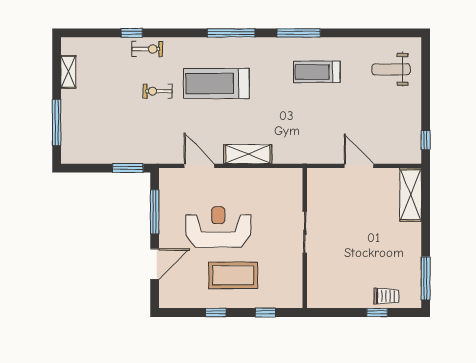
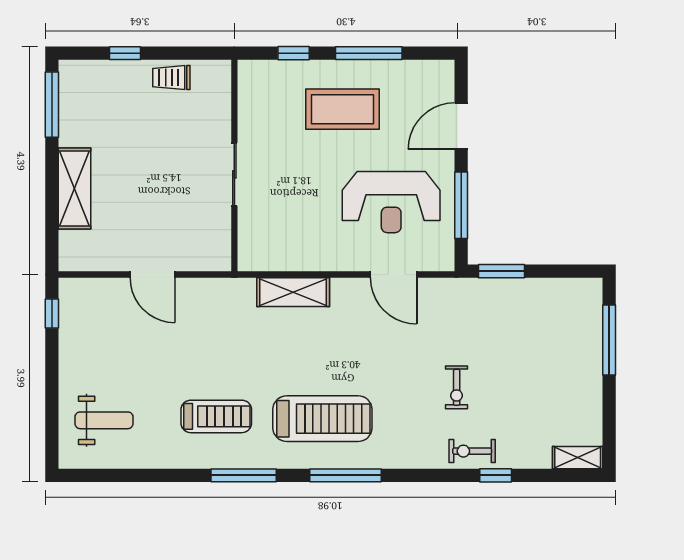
shelving: (68, 72) -> (578, 458), moved, turned 90
treadmill: (216, 84) -> (322, 419), moved
exercise bike: (158, 91) -> (457, 387), turned 90
shelving: (248, 154) -> (293, 292), moved
shelving: (411, 195) -> (75, 189), moved
reception desk: (218, 227) -> (391, 202), moved
trolley: (386, 296) -> (171, 78), moved
window: (216, 312) -> (369, 53), width x2.17

